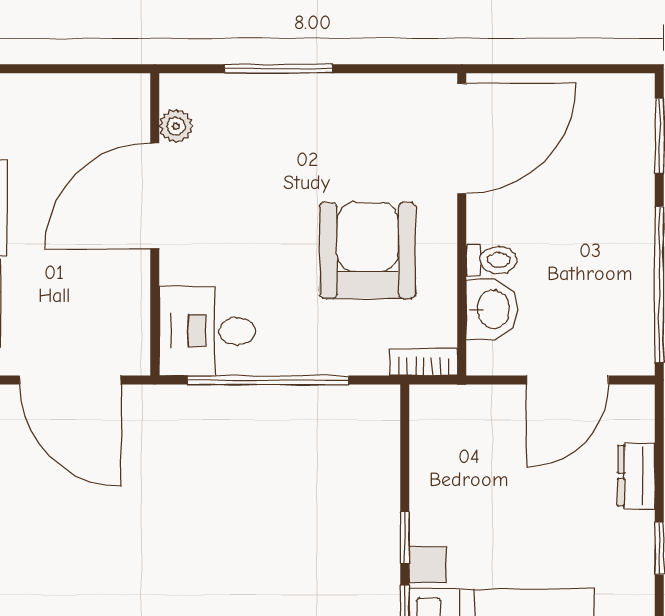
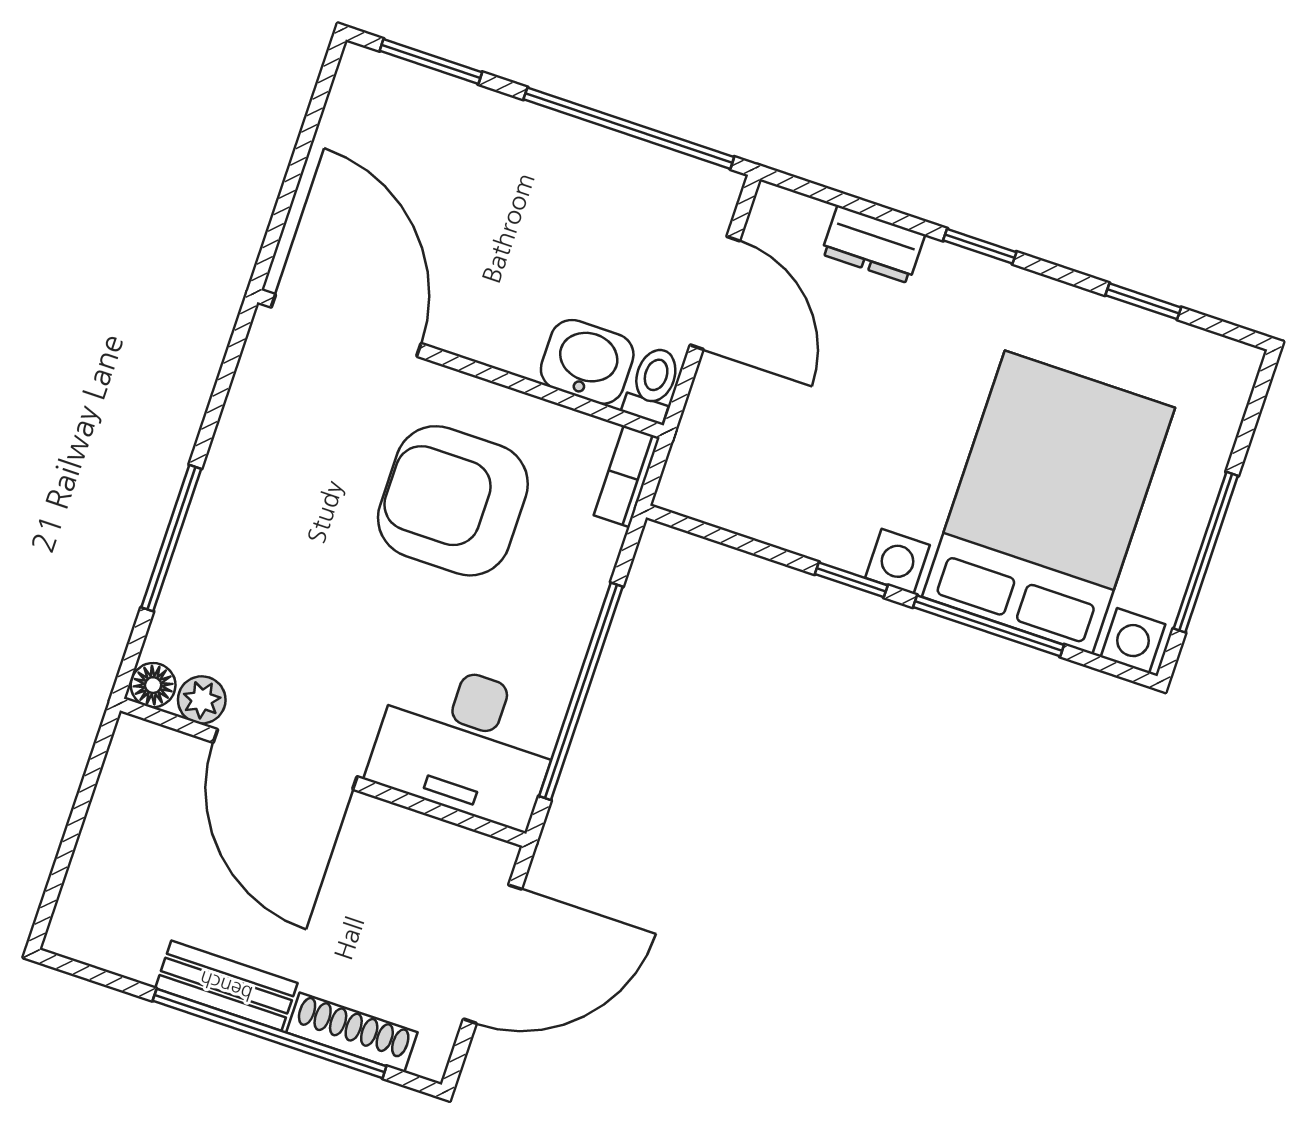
floor lamp: (175, 90) -> (153, 685), added
toilet: (492, 260) -> (653, 384), moved
desk: (207, 331) -> (466, 743), width x1.37

